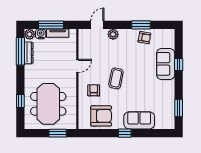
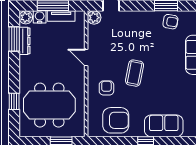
plant: (113, 34) -> (94, 18), moved
window: (20, 51) -> (14, 39), width x0.69
door: (77, 66) -> (86, 57), swing flipped
meeting table: (48, 104) -> (49, 105), turned 90

